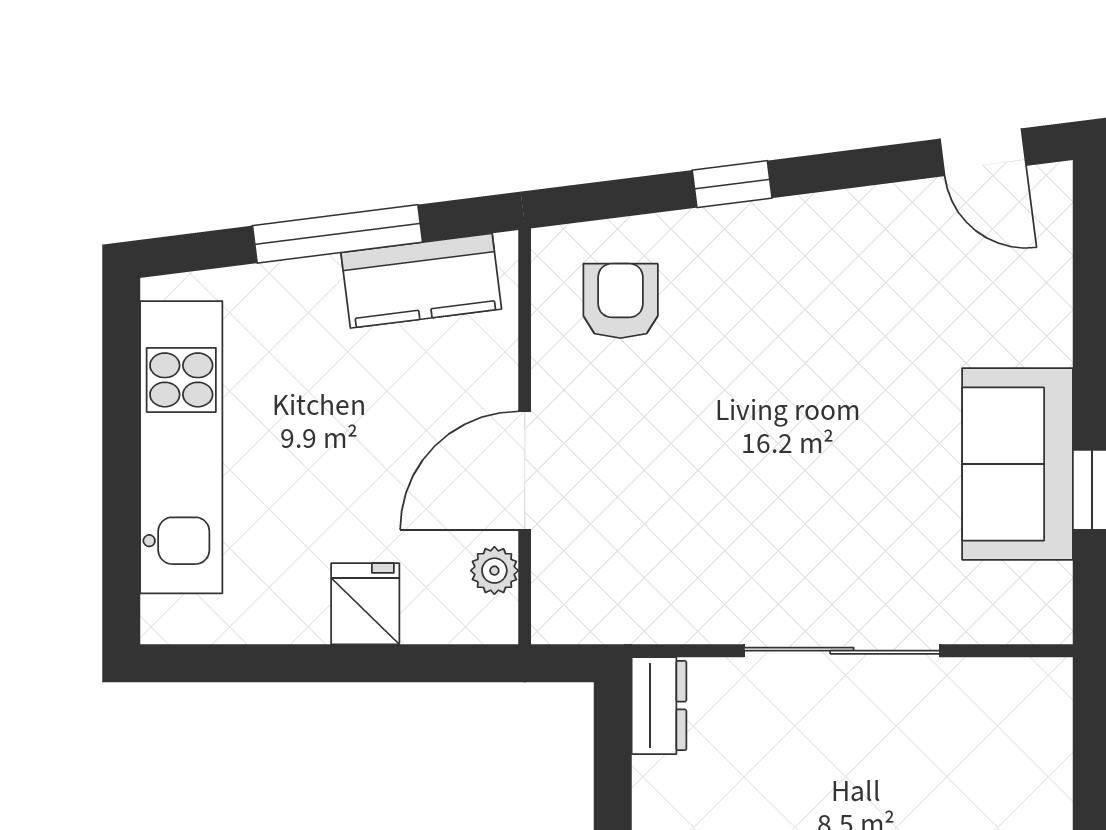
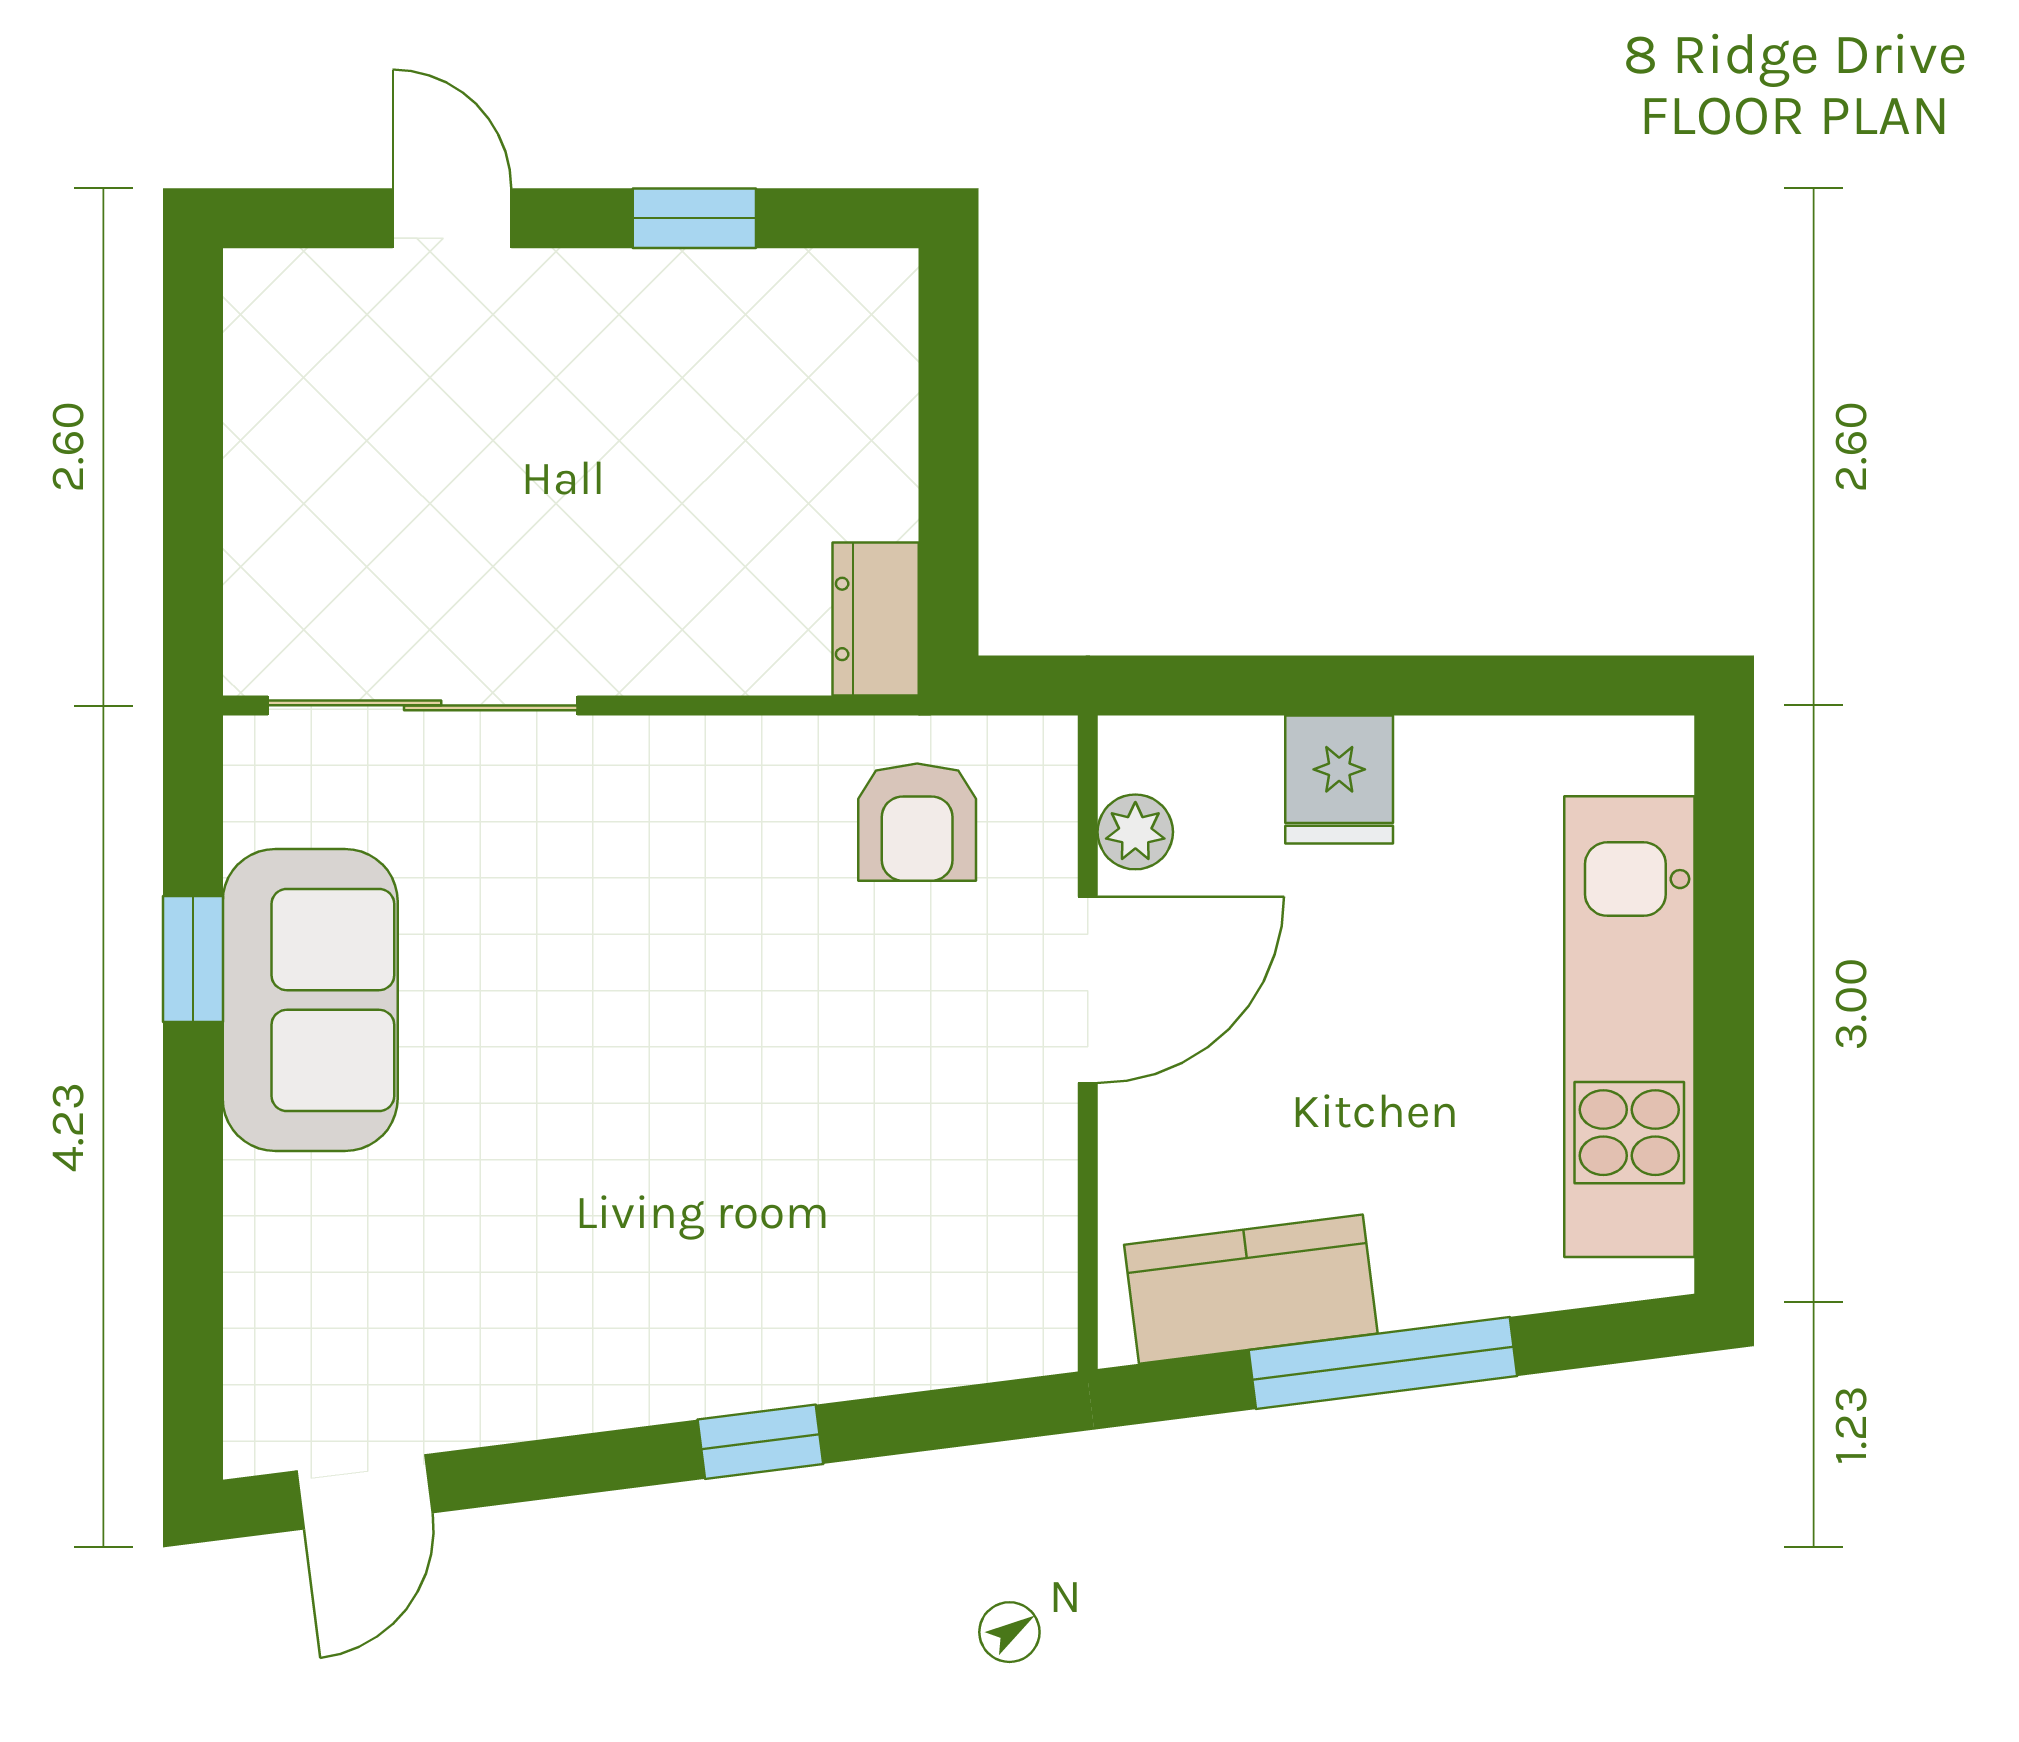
door: (983, 152) -> (364, 1492), swing flipped
armchair: (621, 301) -> (917, 822), moved
sliding door: (842, 651) -> (423, 705), moved

